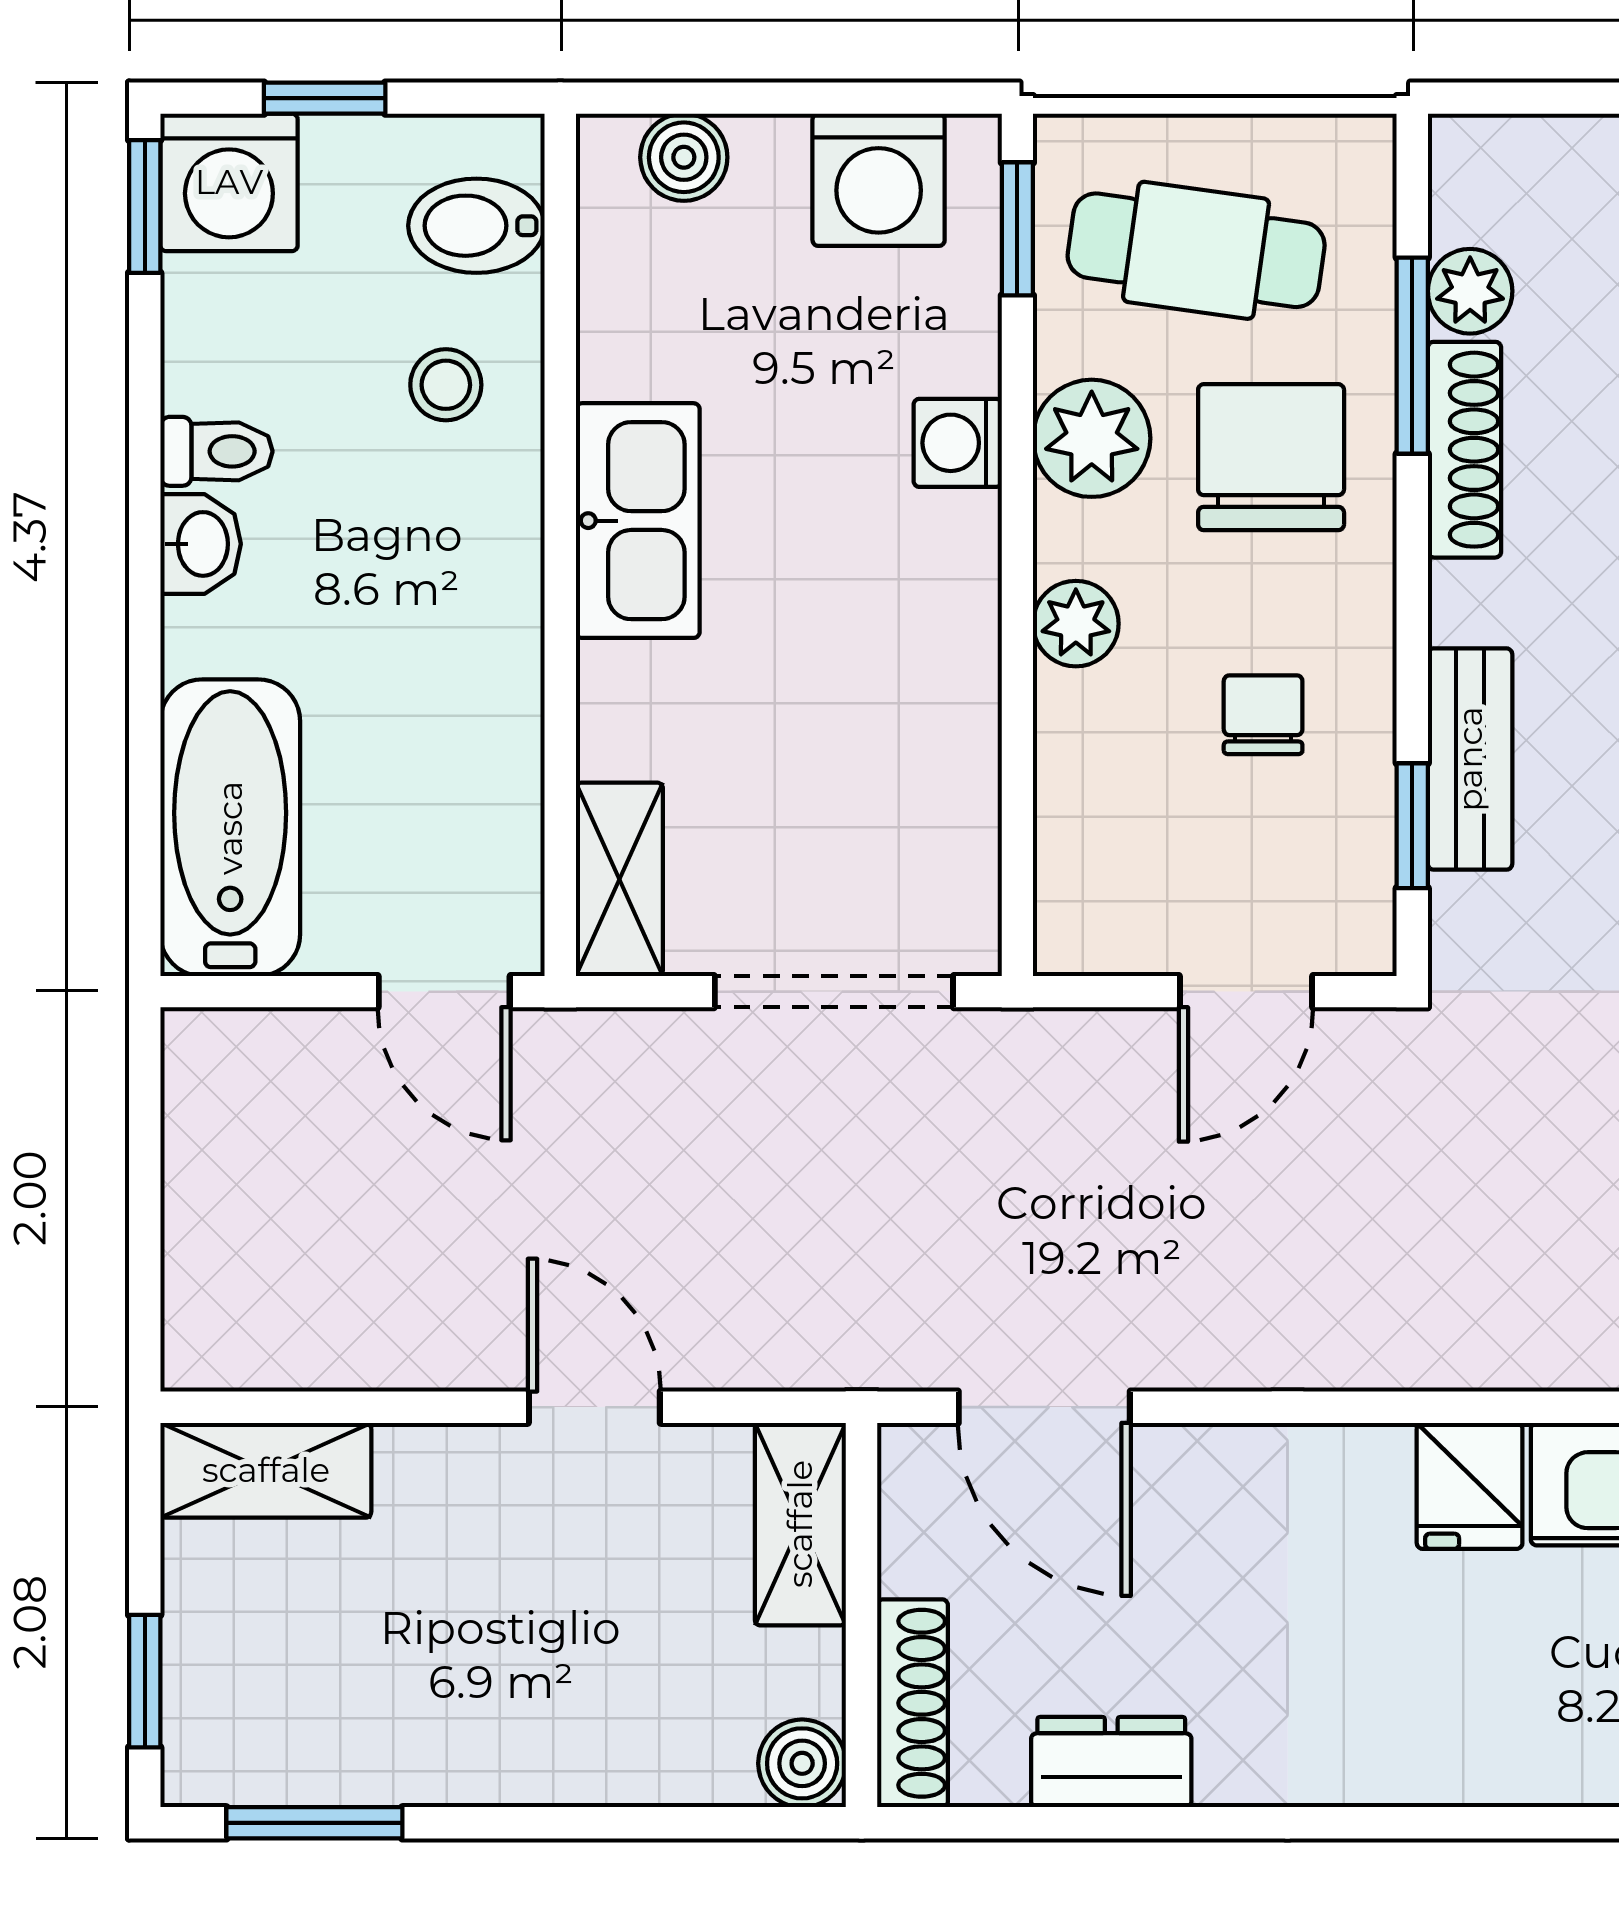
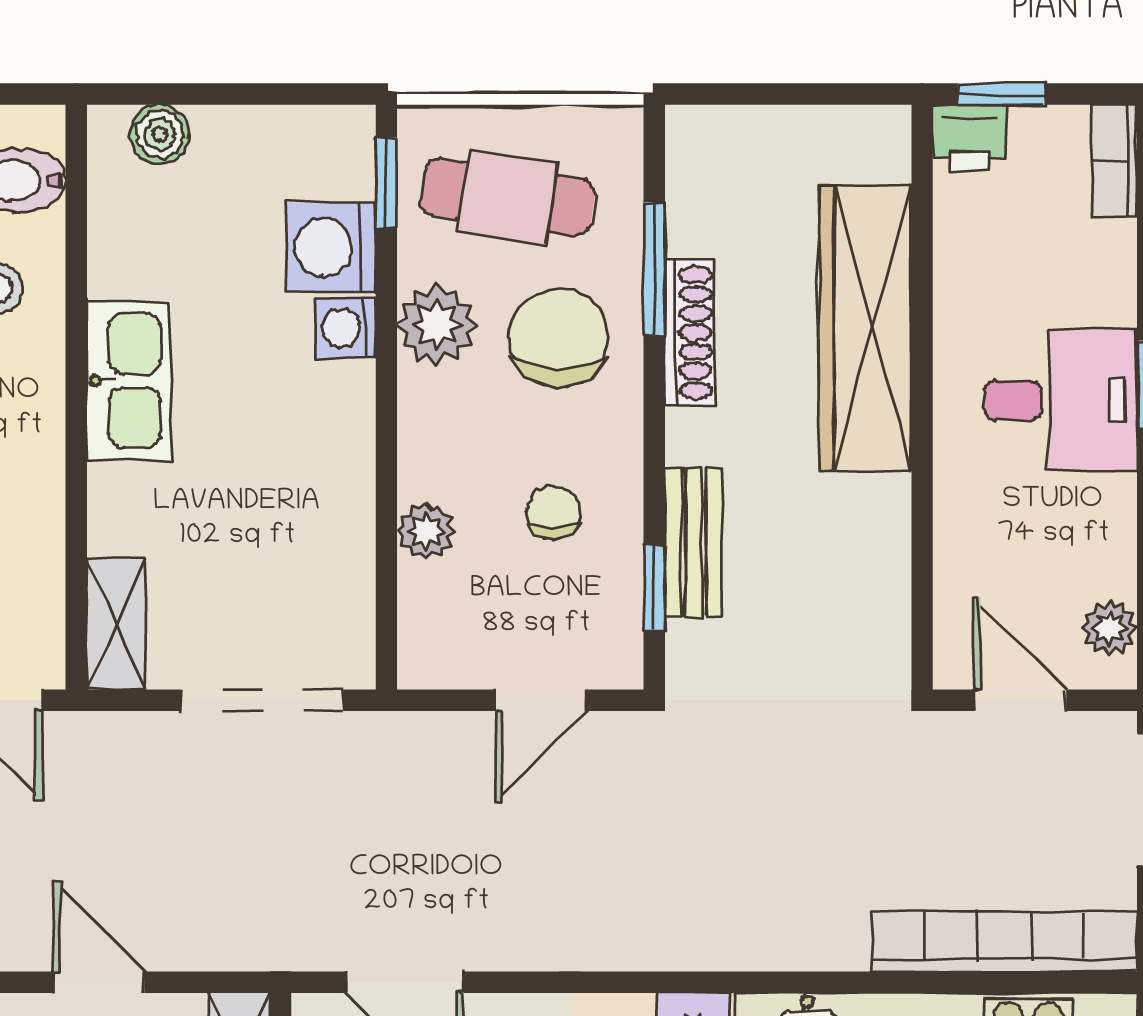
washing machine: (879, 180) -> (331, 248), moved, turned 90
plant: (1470, 291) -> (694, 225), removed
plant: (1076, 624) -> (426, 531), moved

